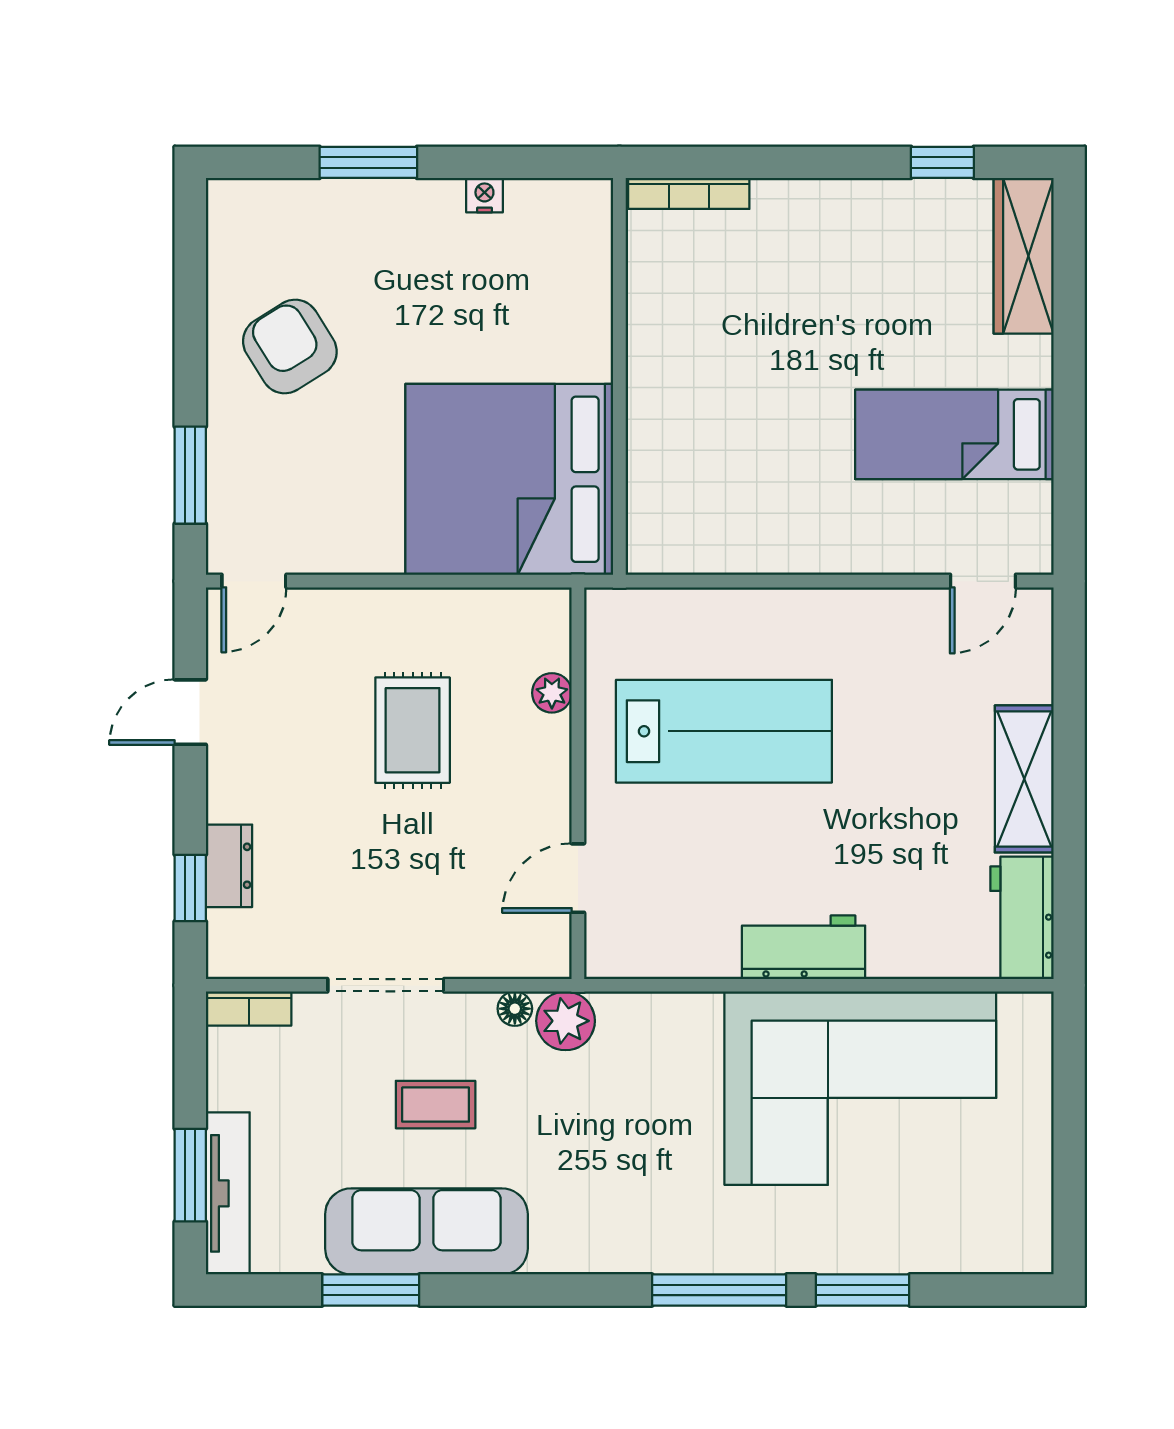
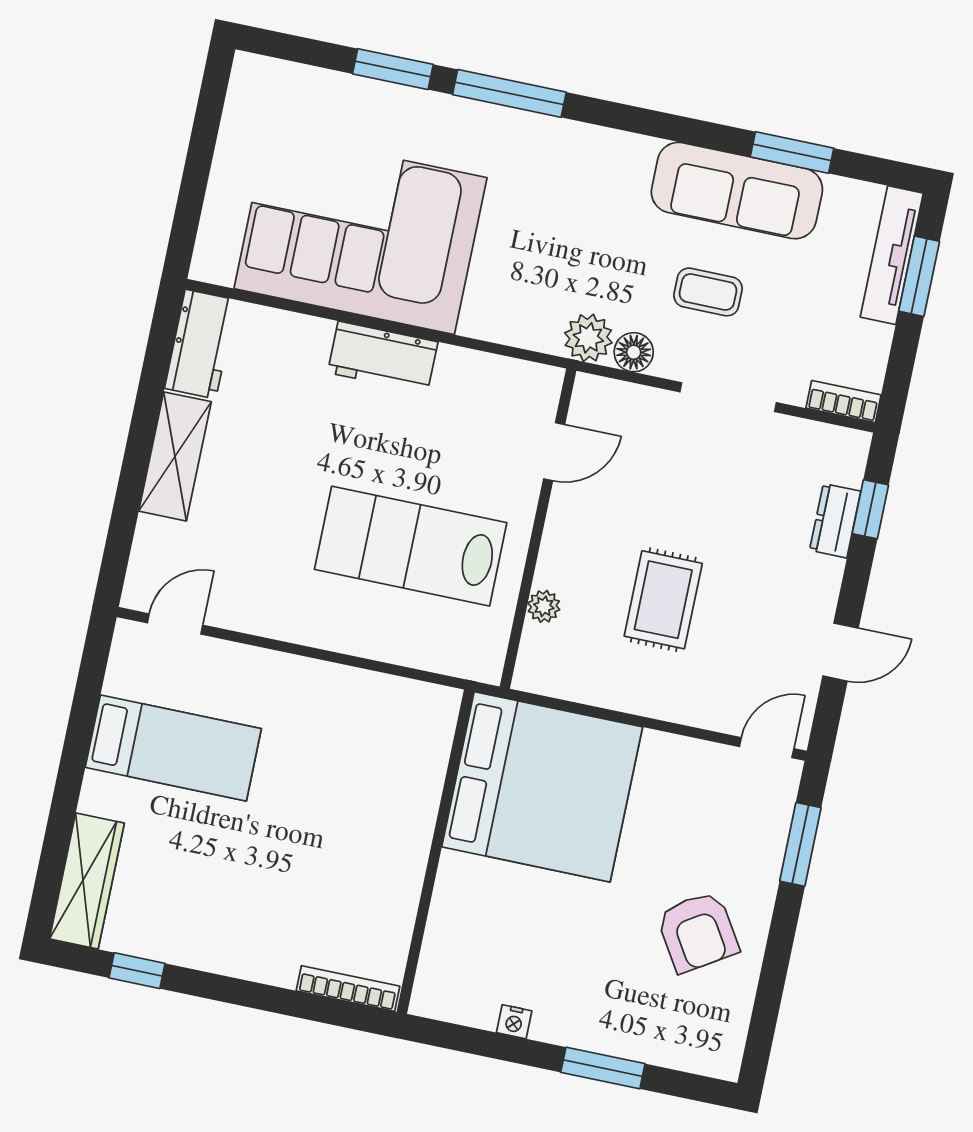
floor lamp: (515, 1009) -> (634, 352), width x1.37, depth x1.37

